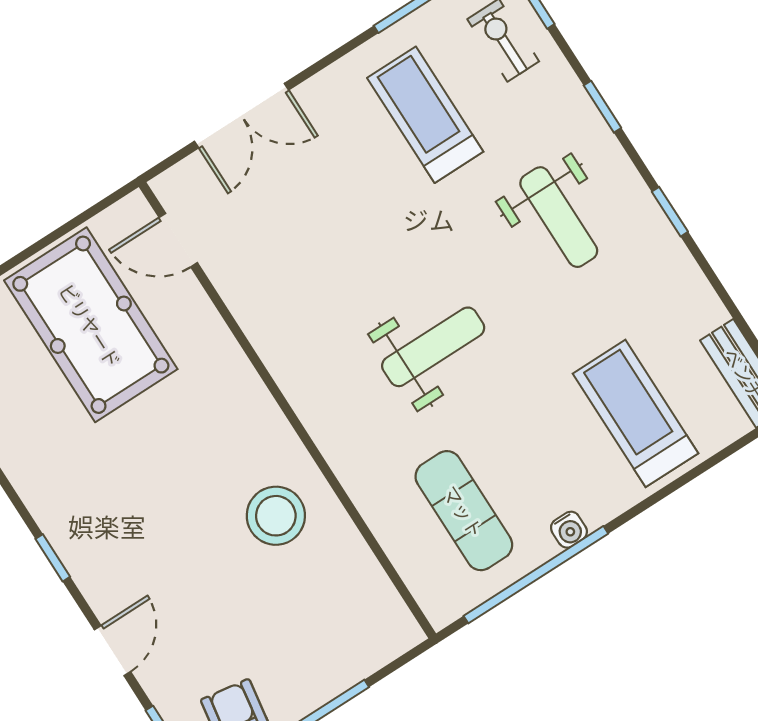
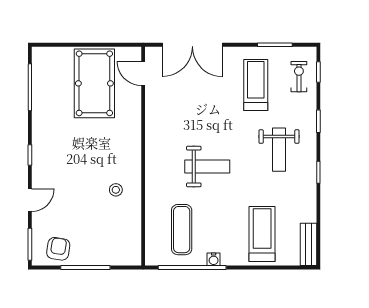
double door: (242, 116) -> (192, 45), width x1.37
stool: (276, 516) -> (116, 190), width x0.53, depth x0.53

